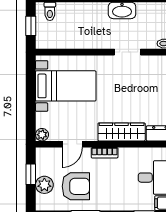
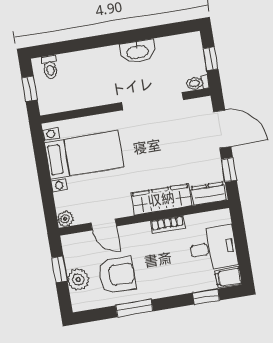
doorway: (127, 52) -> (153, 101), width x1.88
door: (72, 144) -> (104, 224), hinge flipped
bookcase: (105, 153) -> (168, 225), moved

